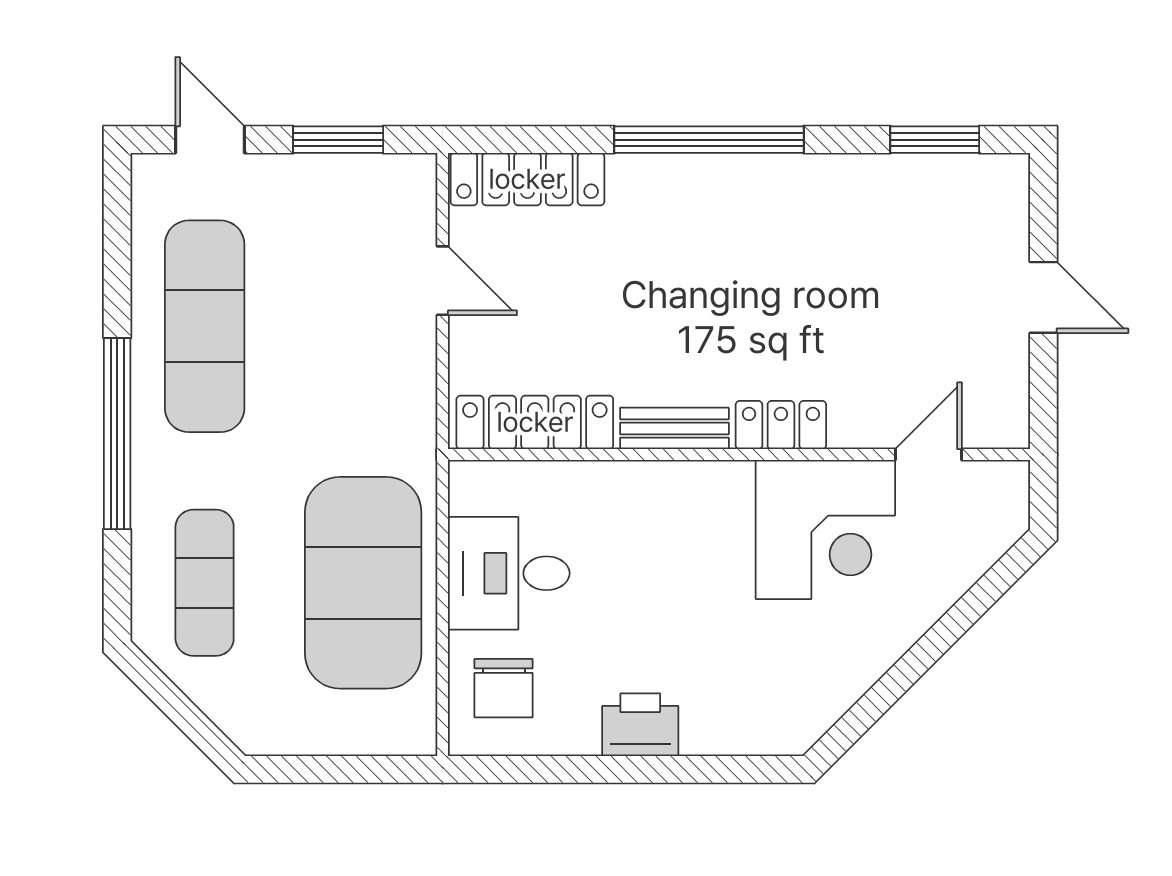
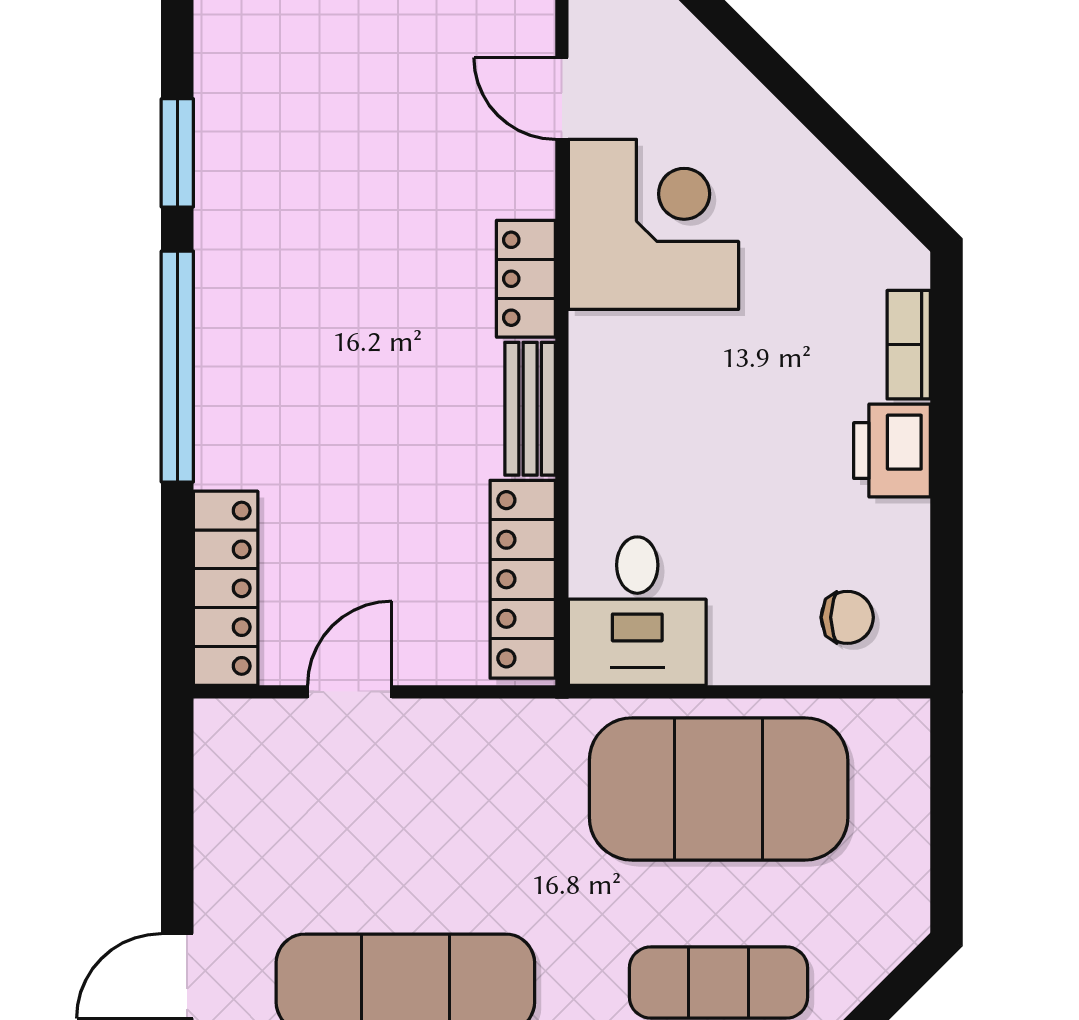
window: (338, 140) -> (177, 819), removed
window: (935, 140) -> (177, 153), moved
desk: (509, 573) -> (637, 611), moved
chair: (504, 688) -> (847, 617), width x0.73, depth x0.73
bookcase: (727, 738) -> (909, 345), added

